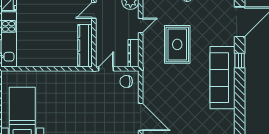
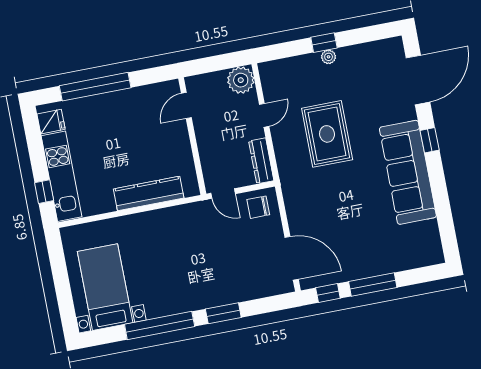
kitchen counter: (85, 45) -> (149, 193), moved, turned 90
door: (106, 69) -> (223, 193), swing flipped

